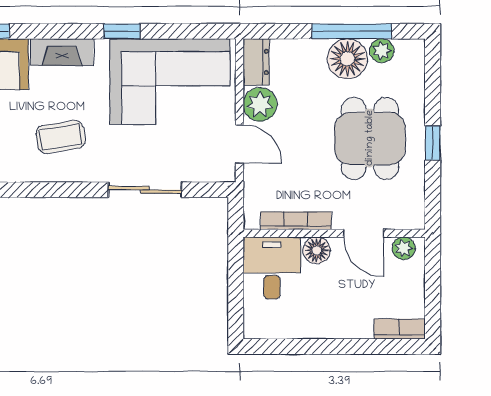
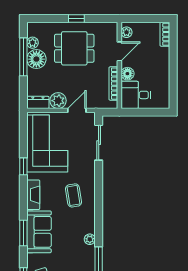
sliding door: (145, 190) -> (99, 143), moved

